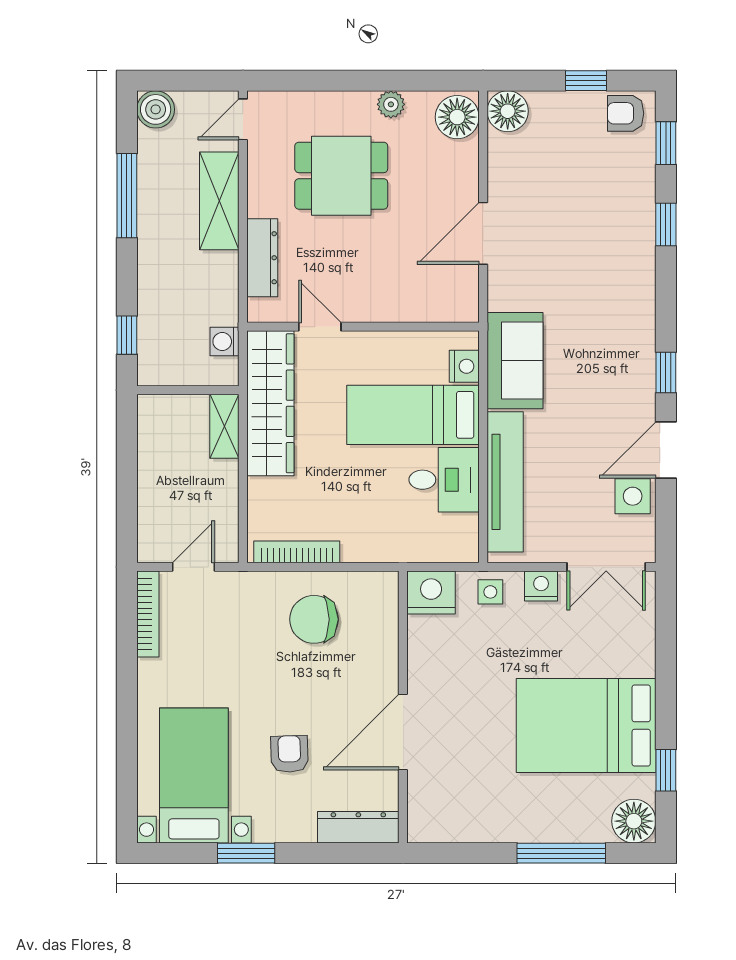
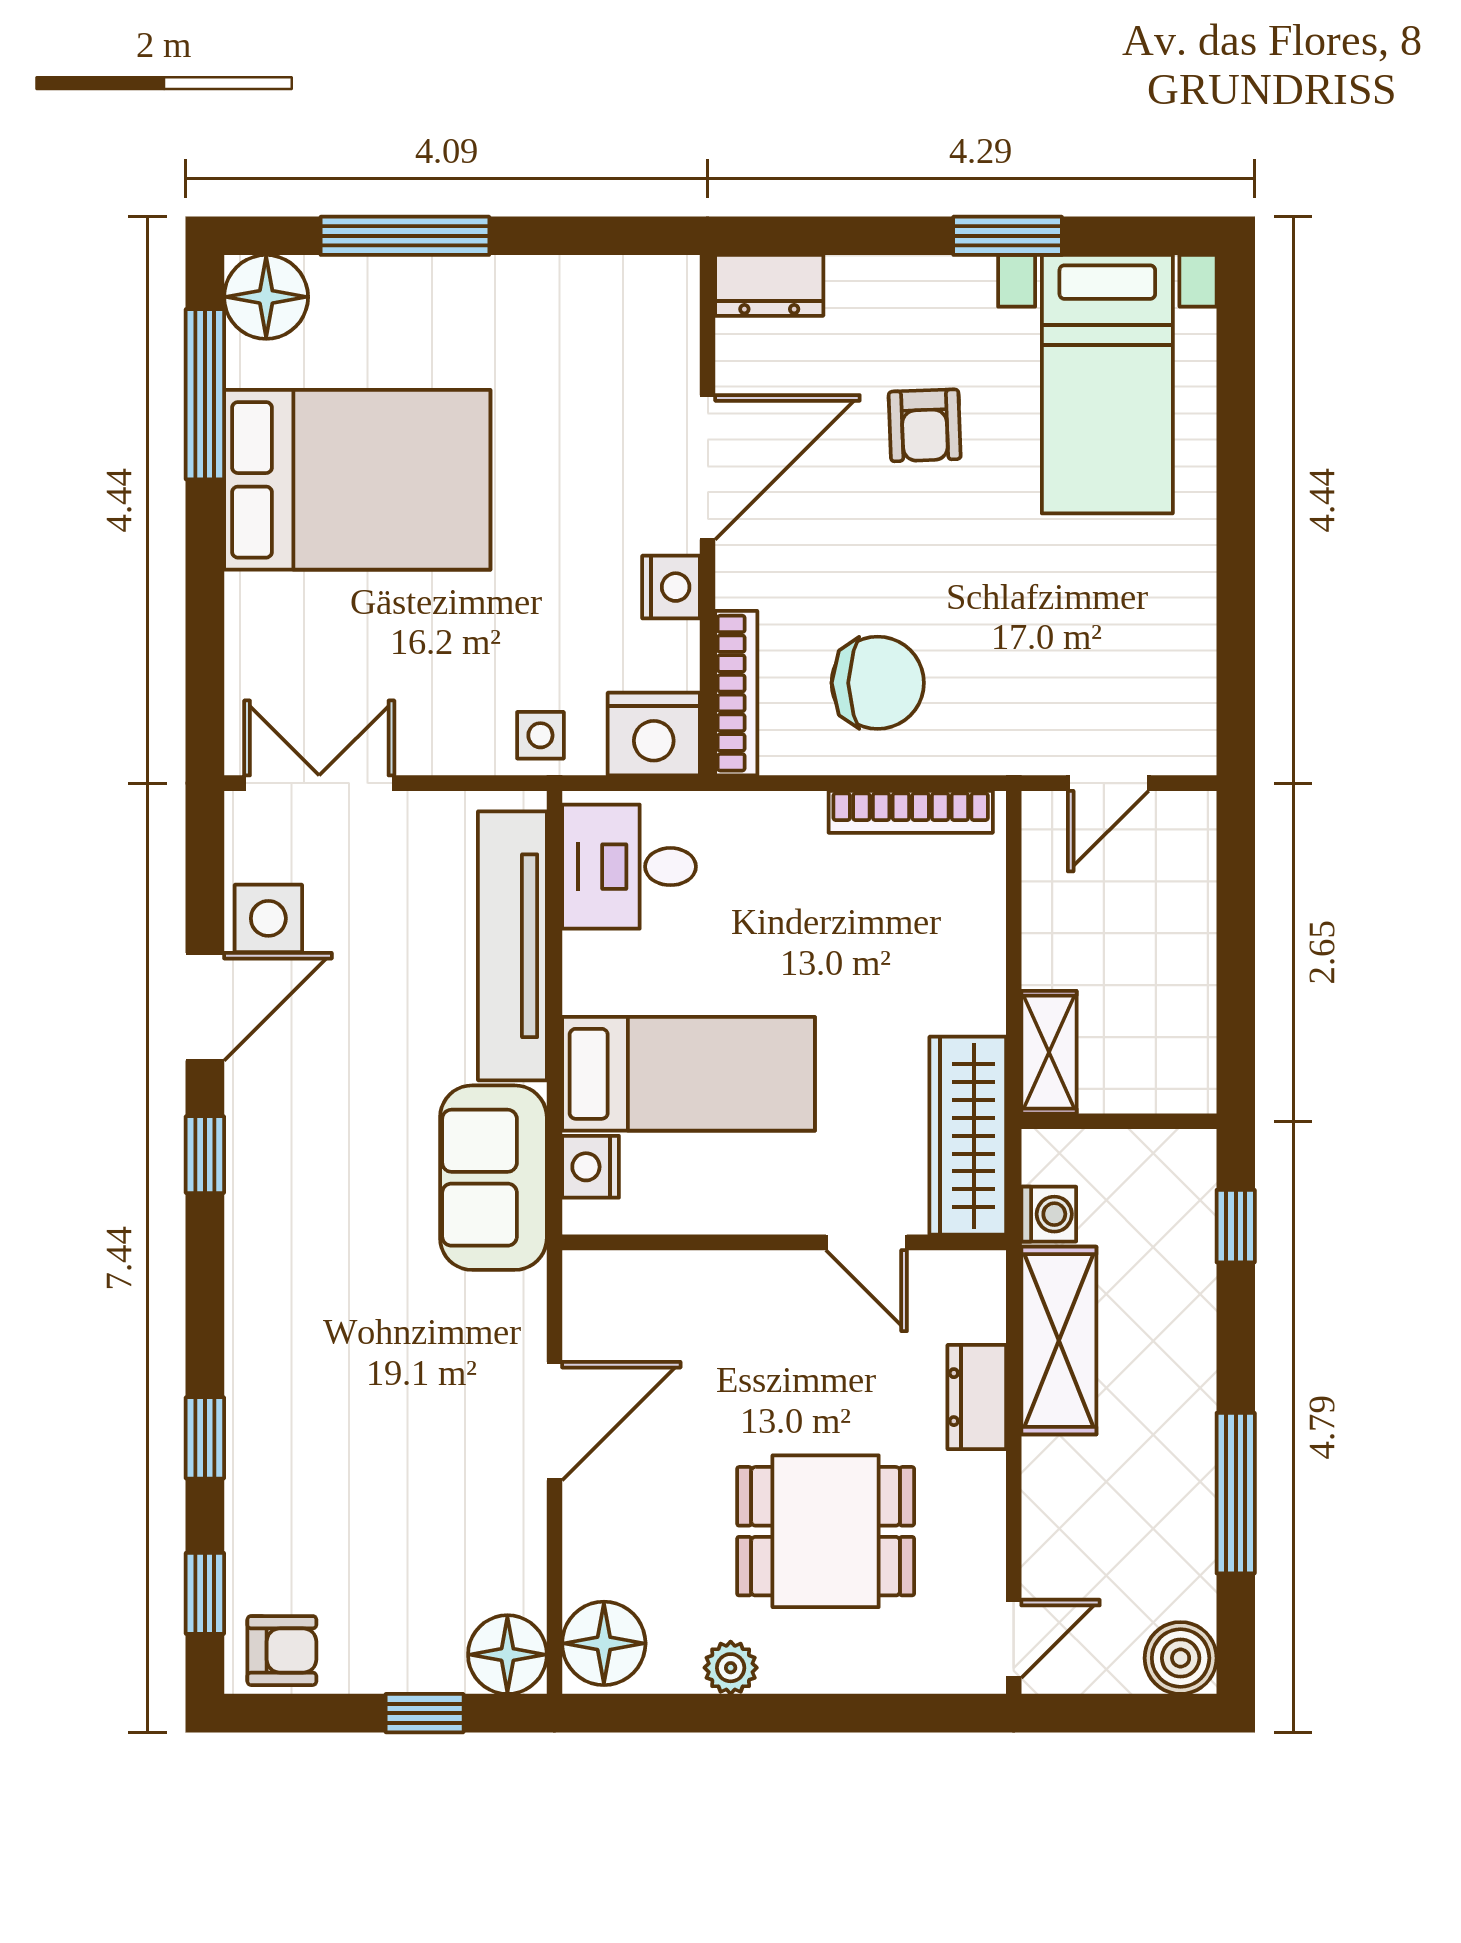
window: (586, 81) -> (425, 1713), moved
shelving: (219, 201) -> (1059, 1341), moved
dresser: (262, 258) -> (977, 1397), width x0.70
wardrobe: (270, 403) -> (968, 1136), width x0.71, depth x0.85
desk: (444, 480) -> (629, 867), moved
nightstand: (541, 586) -> (671, 587), moved, turned -90
bookcase: (148, 614) -> (736, 693), moved, turned 180
window: (666, 770) -> (205, 394), width x2.17
dresser: (358, 827) -> (769, 285), width x0.70

